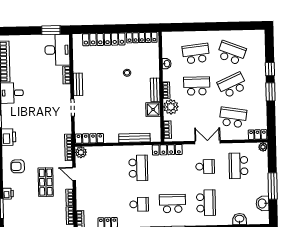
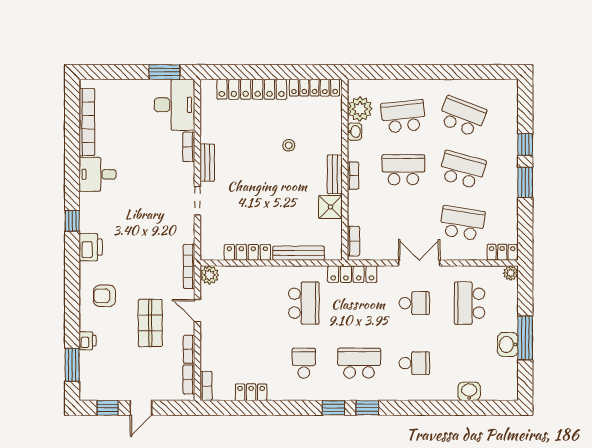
school desk: (232, 85) -> (462, 170), turned 39
plant: (171, 107) -> (360, 109), moved
locker: (89, 138) -> (247, 252), moved
school desk: (206, 203) -> (414, 363), width x0.54
washbasin: (263, 203) -> (508, 344), moved
school desk: (139, 204) -> (304, 363), turned -90

